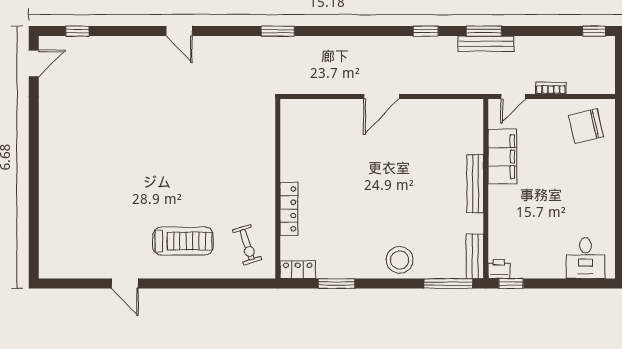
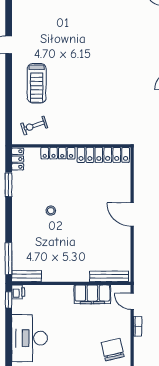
locker: (292, 140) -> (103, 155), added
bench: (475, 184) -> (109, 276), moved
desk: (585, 258) -> (29, 338), width x1.87, depth x1.30
stool: (400, 260) -> (51, 211), moved, width x0.53, depth x0.53

